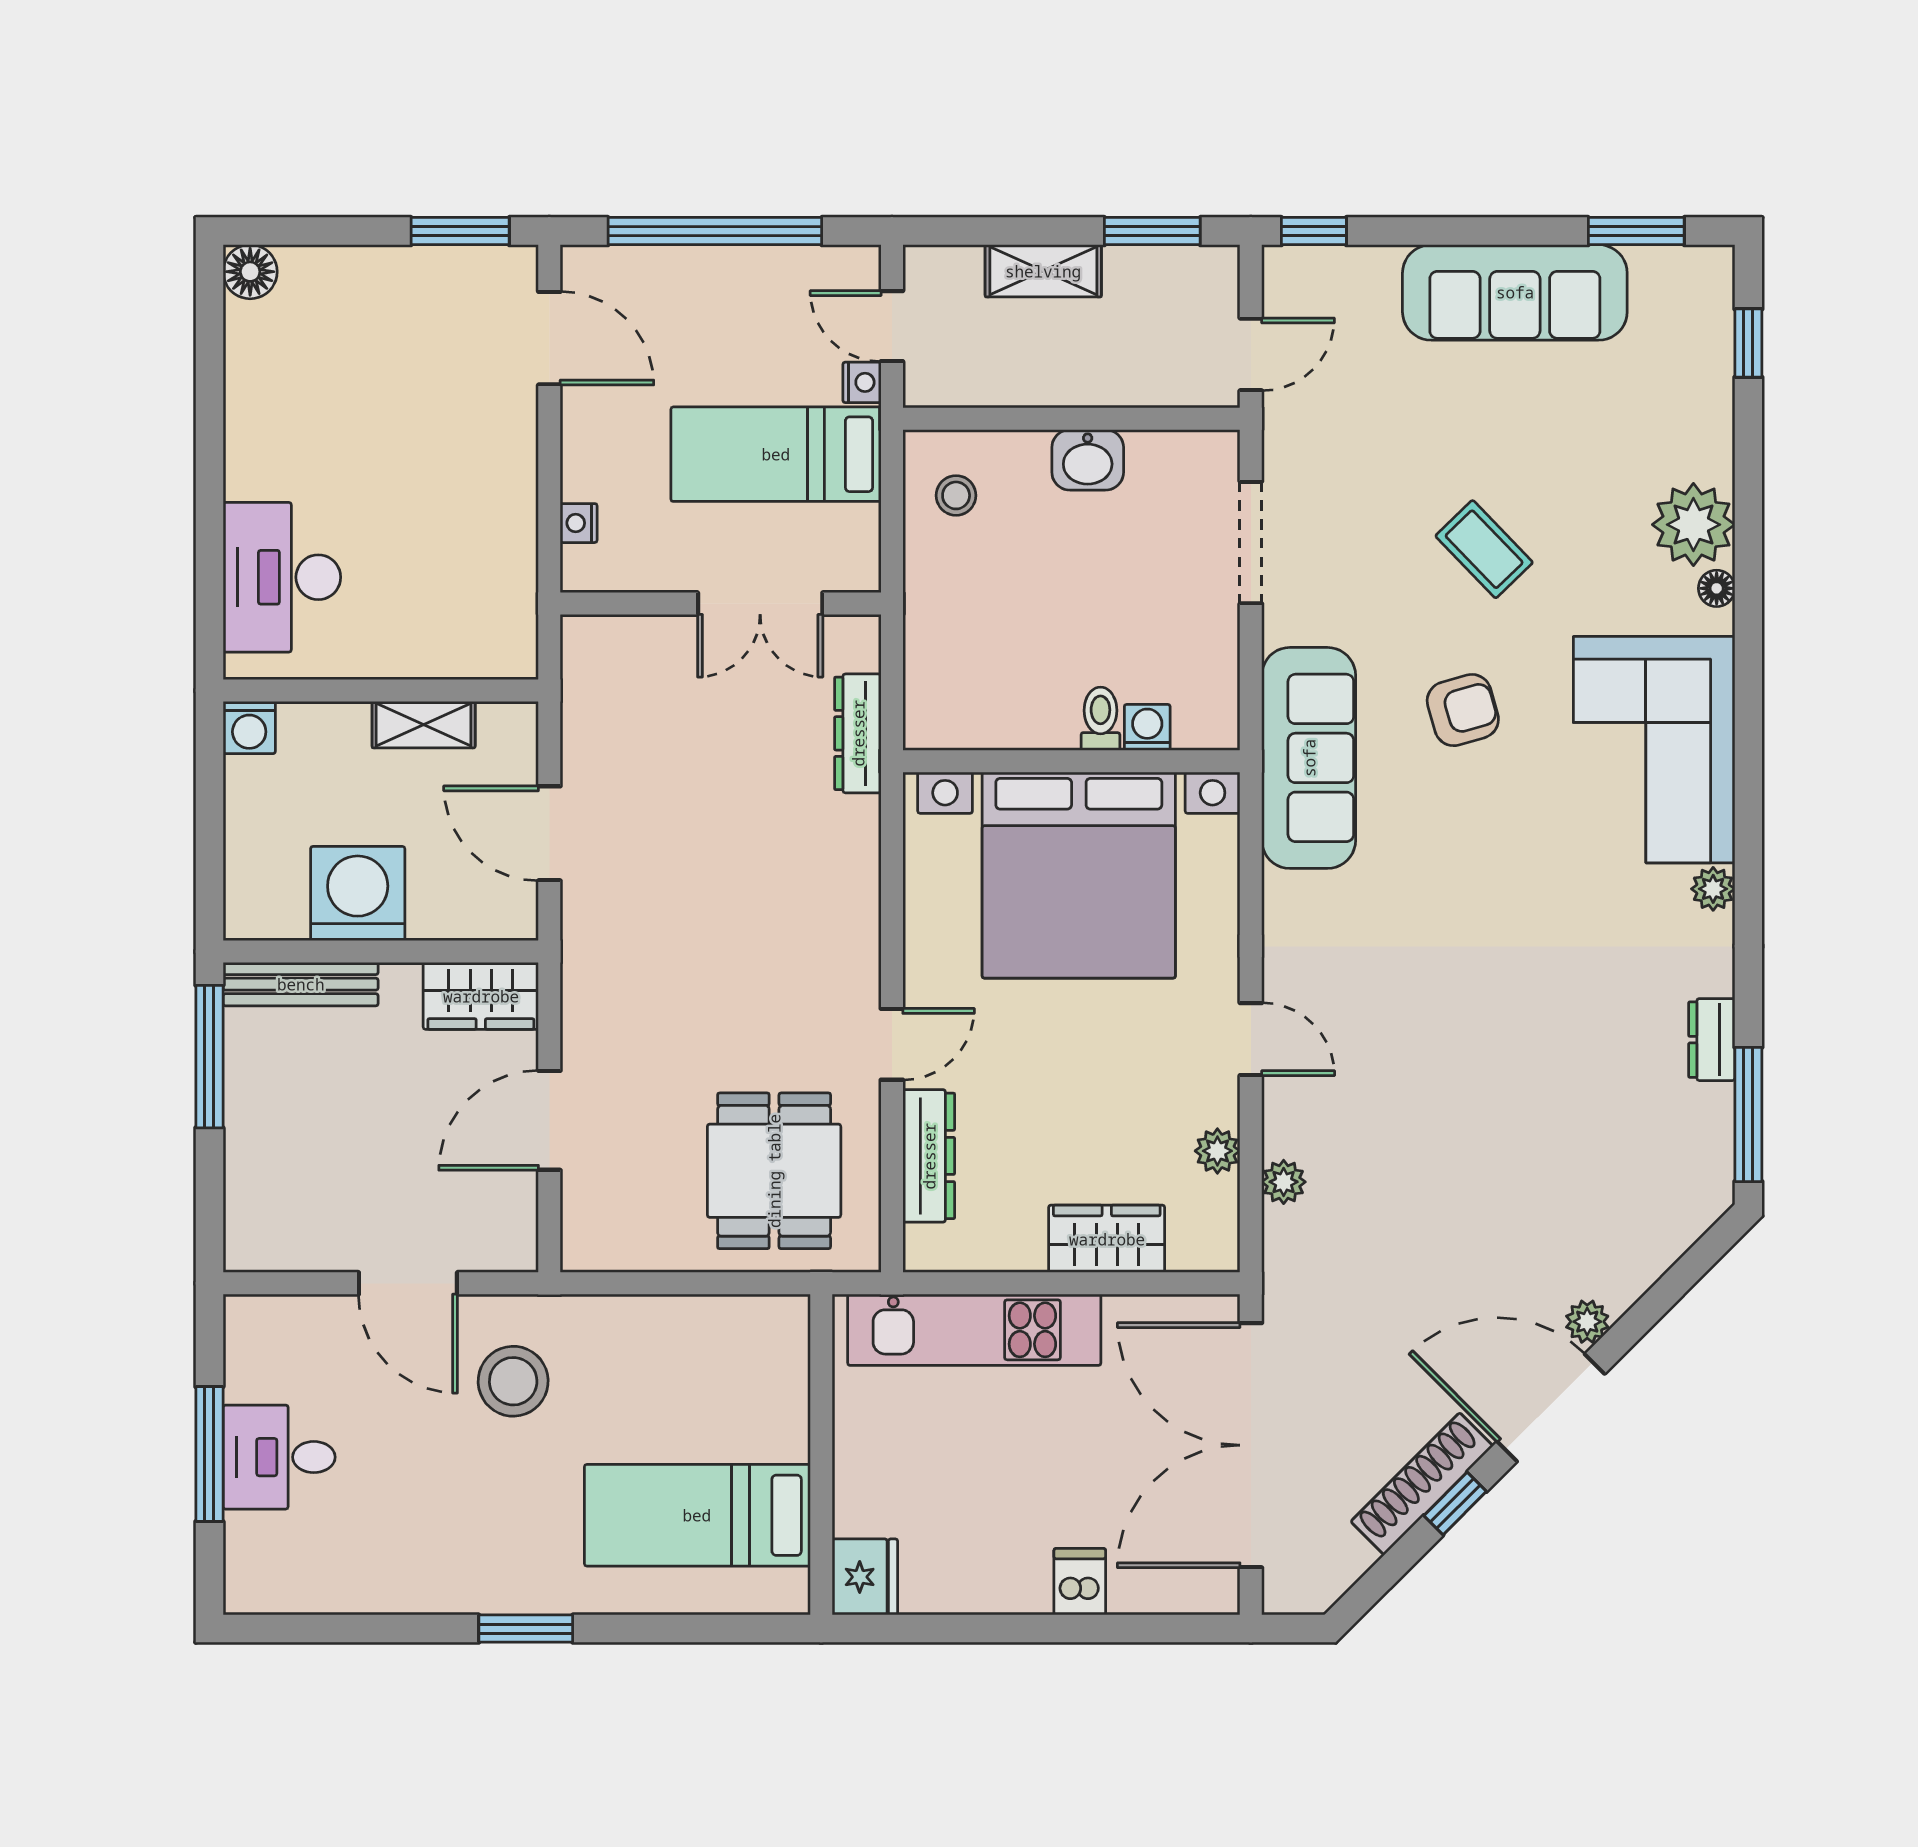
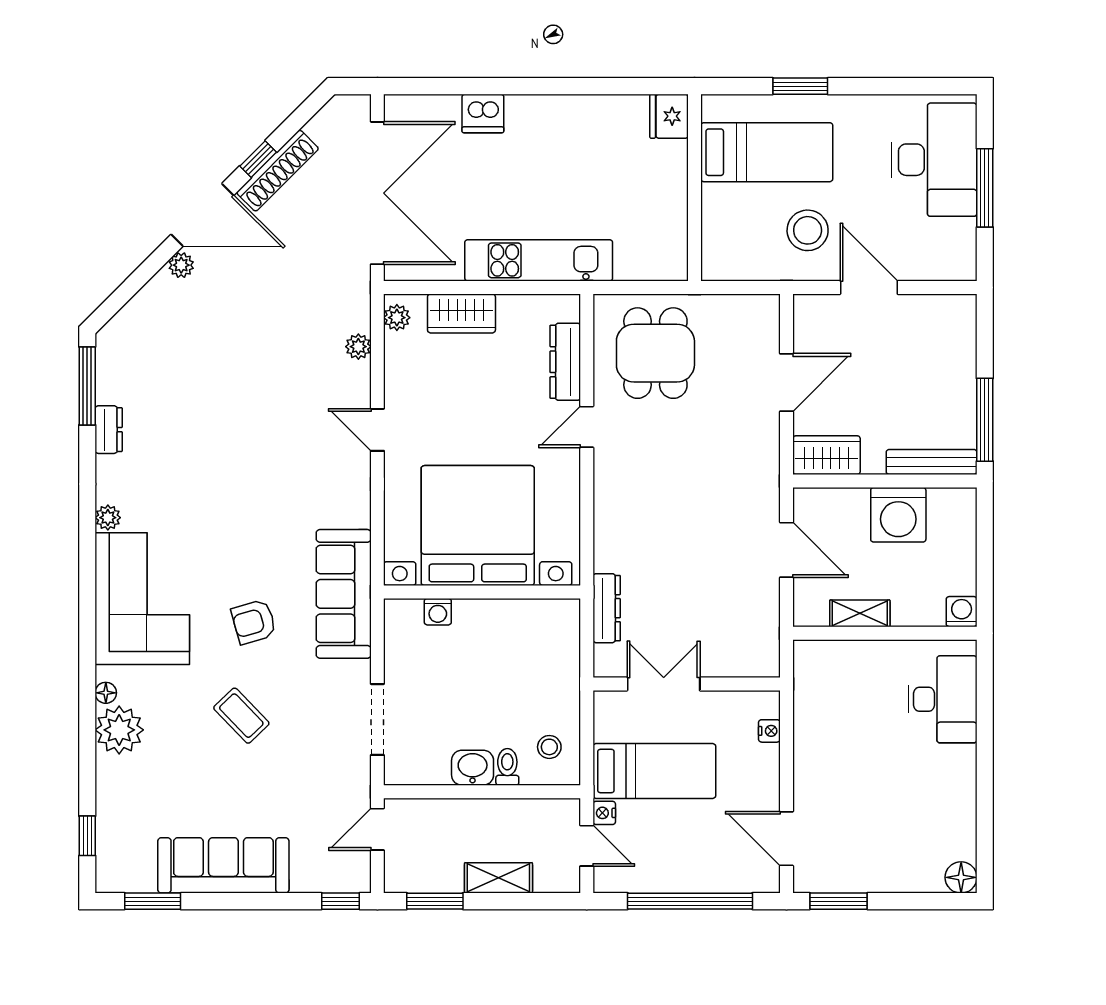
toilet: (1100, 719) -> (507, 767), moved, turned 180
plant: (1217, 1151) -> (397, 318), moved
wall: (821, 1455) -> (695, 188), moved
desk: (279, 1457) -> (934, 160), width x1.87, depth x1.30
bed: (697, 1515) -> (767, 152), moved
fridge: (865, 1577) -> (669, 116), moved
dishwasher: (1080, 1582) -> (483, 113), width x1.38

